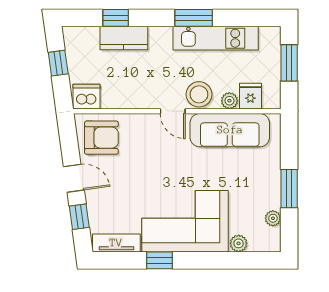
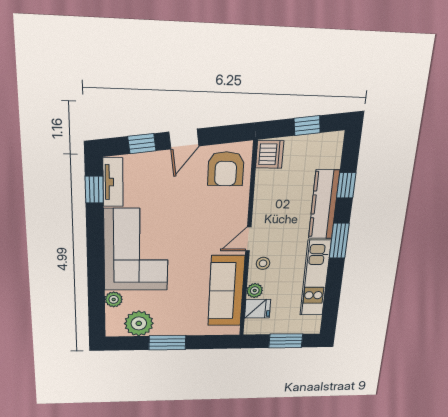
window: (194, 18) -> (339, 241), moved
kitchen counter: (124, 38) -> (324, 205), width x1.50
stool: (199, 94) -> (263, 263), width x0.53, depth x0.53
plant: (273, 218) -> (139, 323), width x1.88, depth x1.88
window: (159, 260) -> (94, 190), moved

